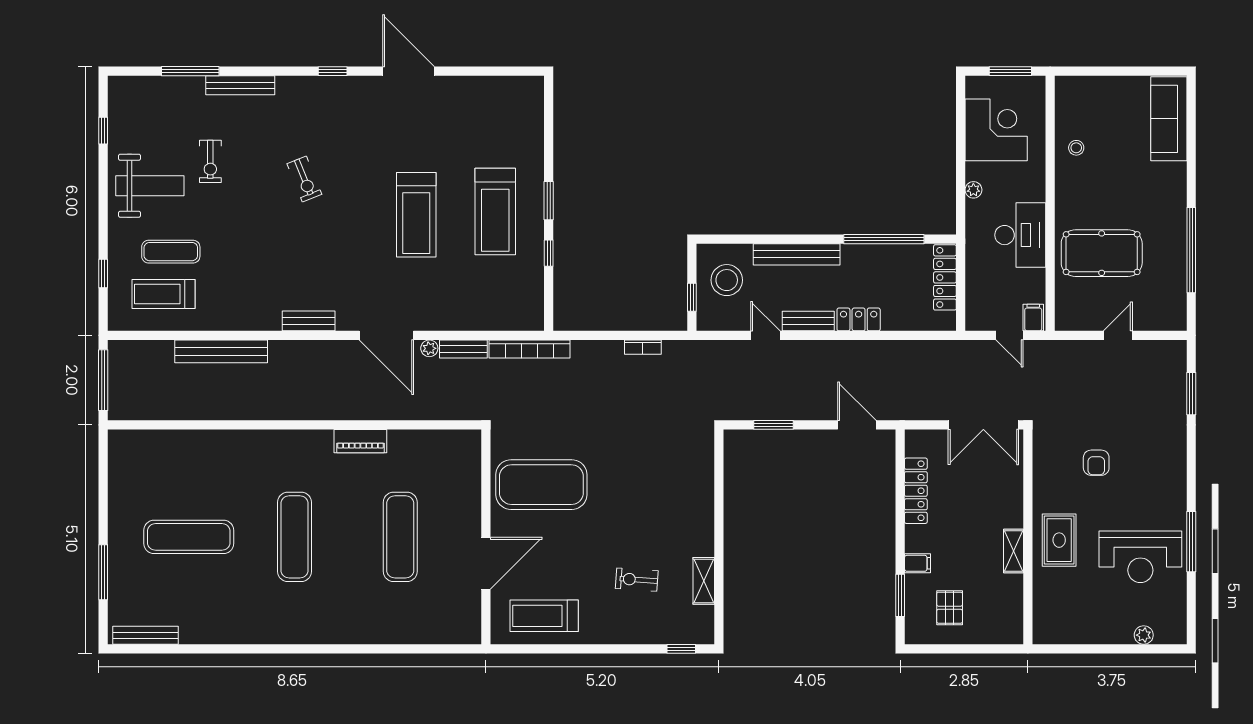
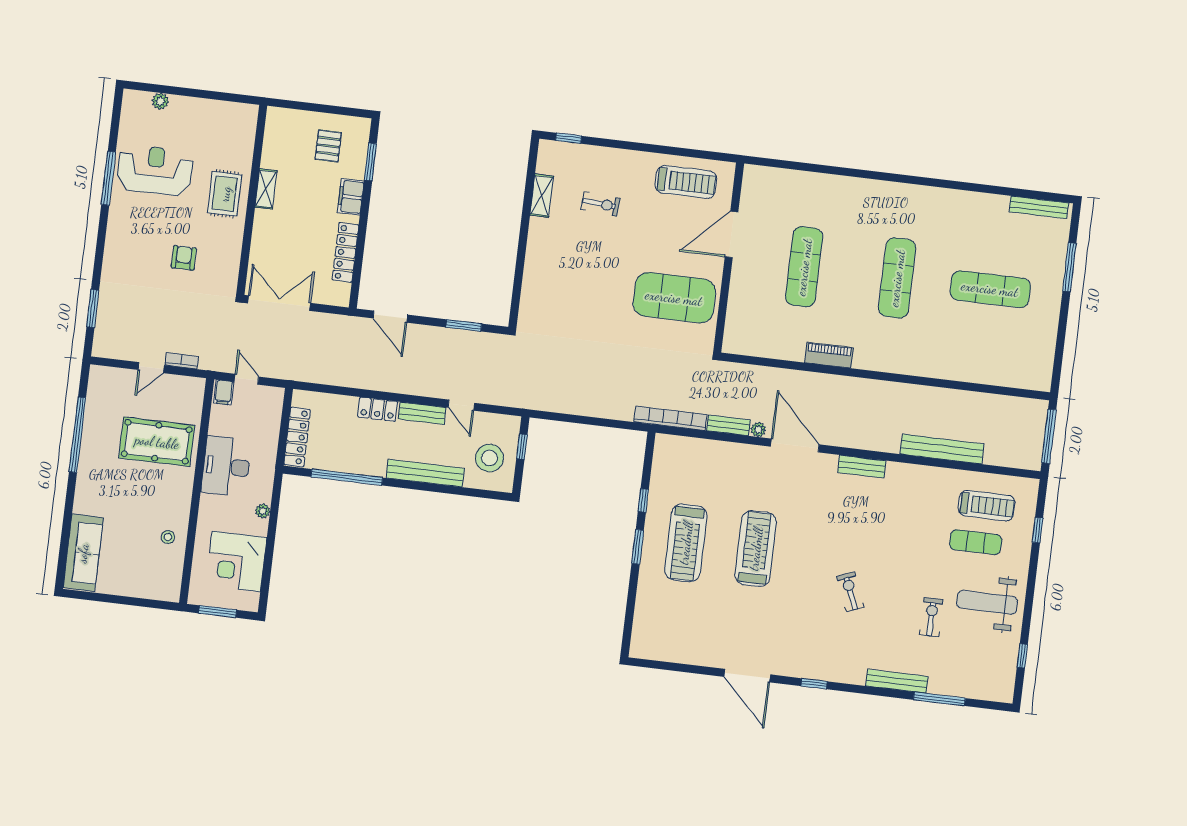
treadmill: (495, 212) -> (686, 543), turned 180
bookcase: (643, 347) -> (182, 361), moved
filing cabinet: (918, 563) -> (351, 197), width x2.00

